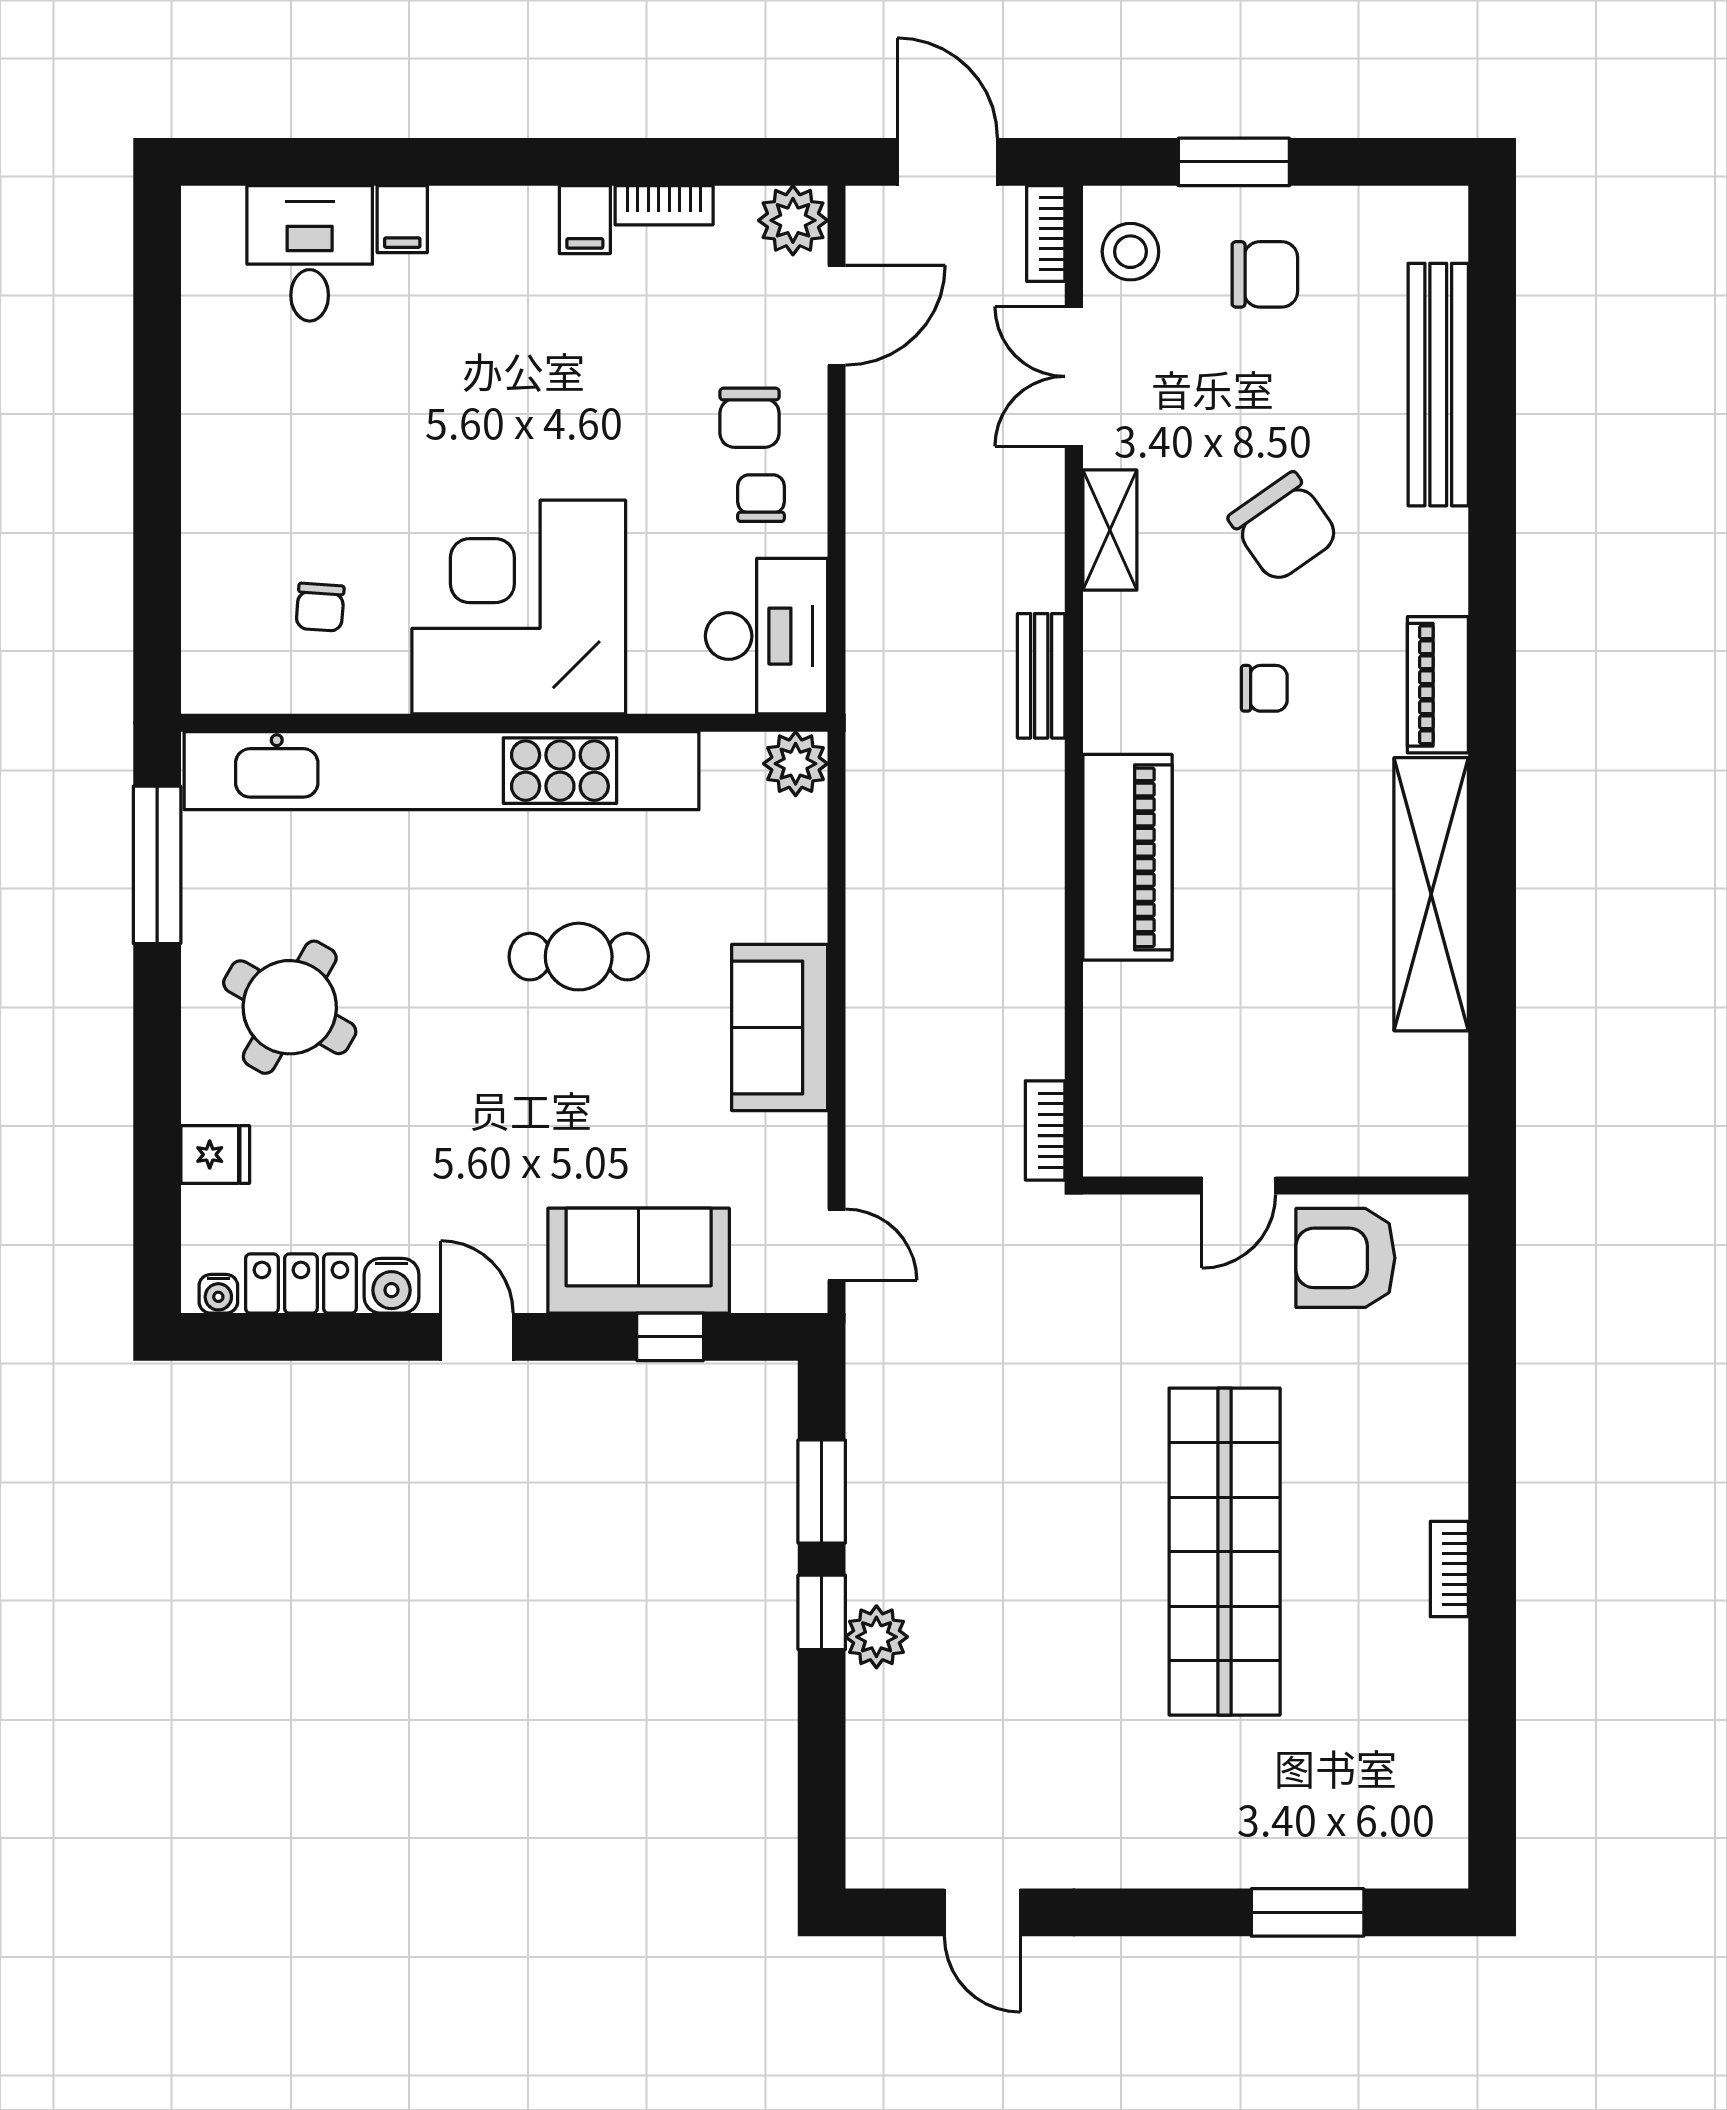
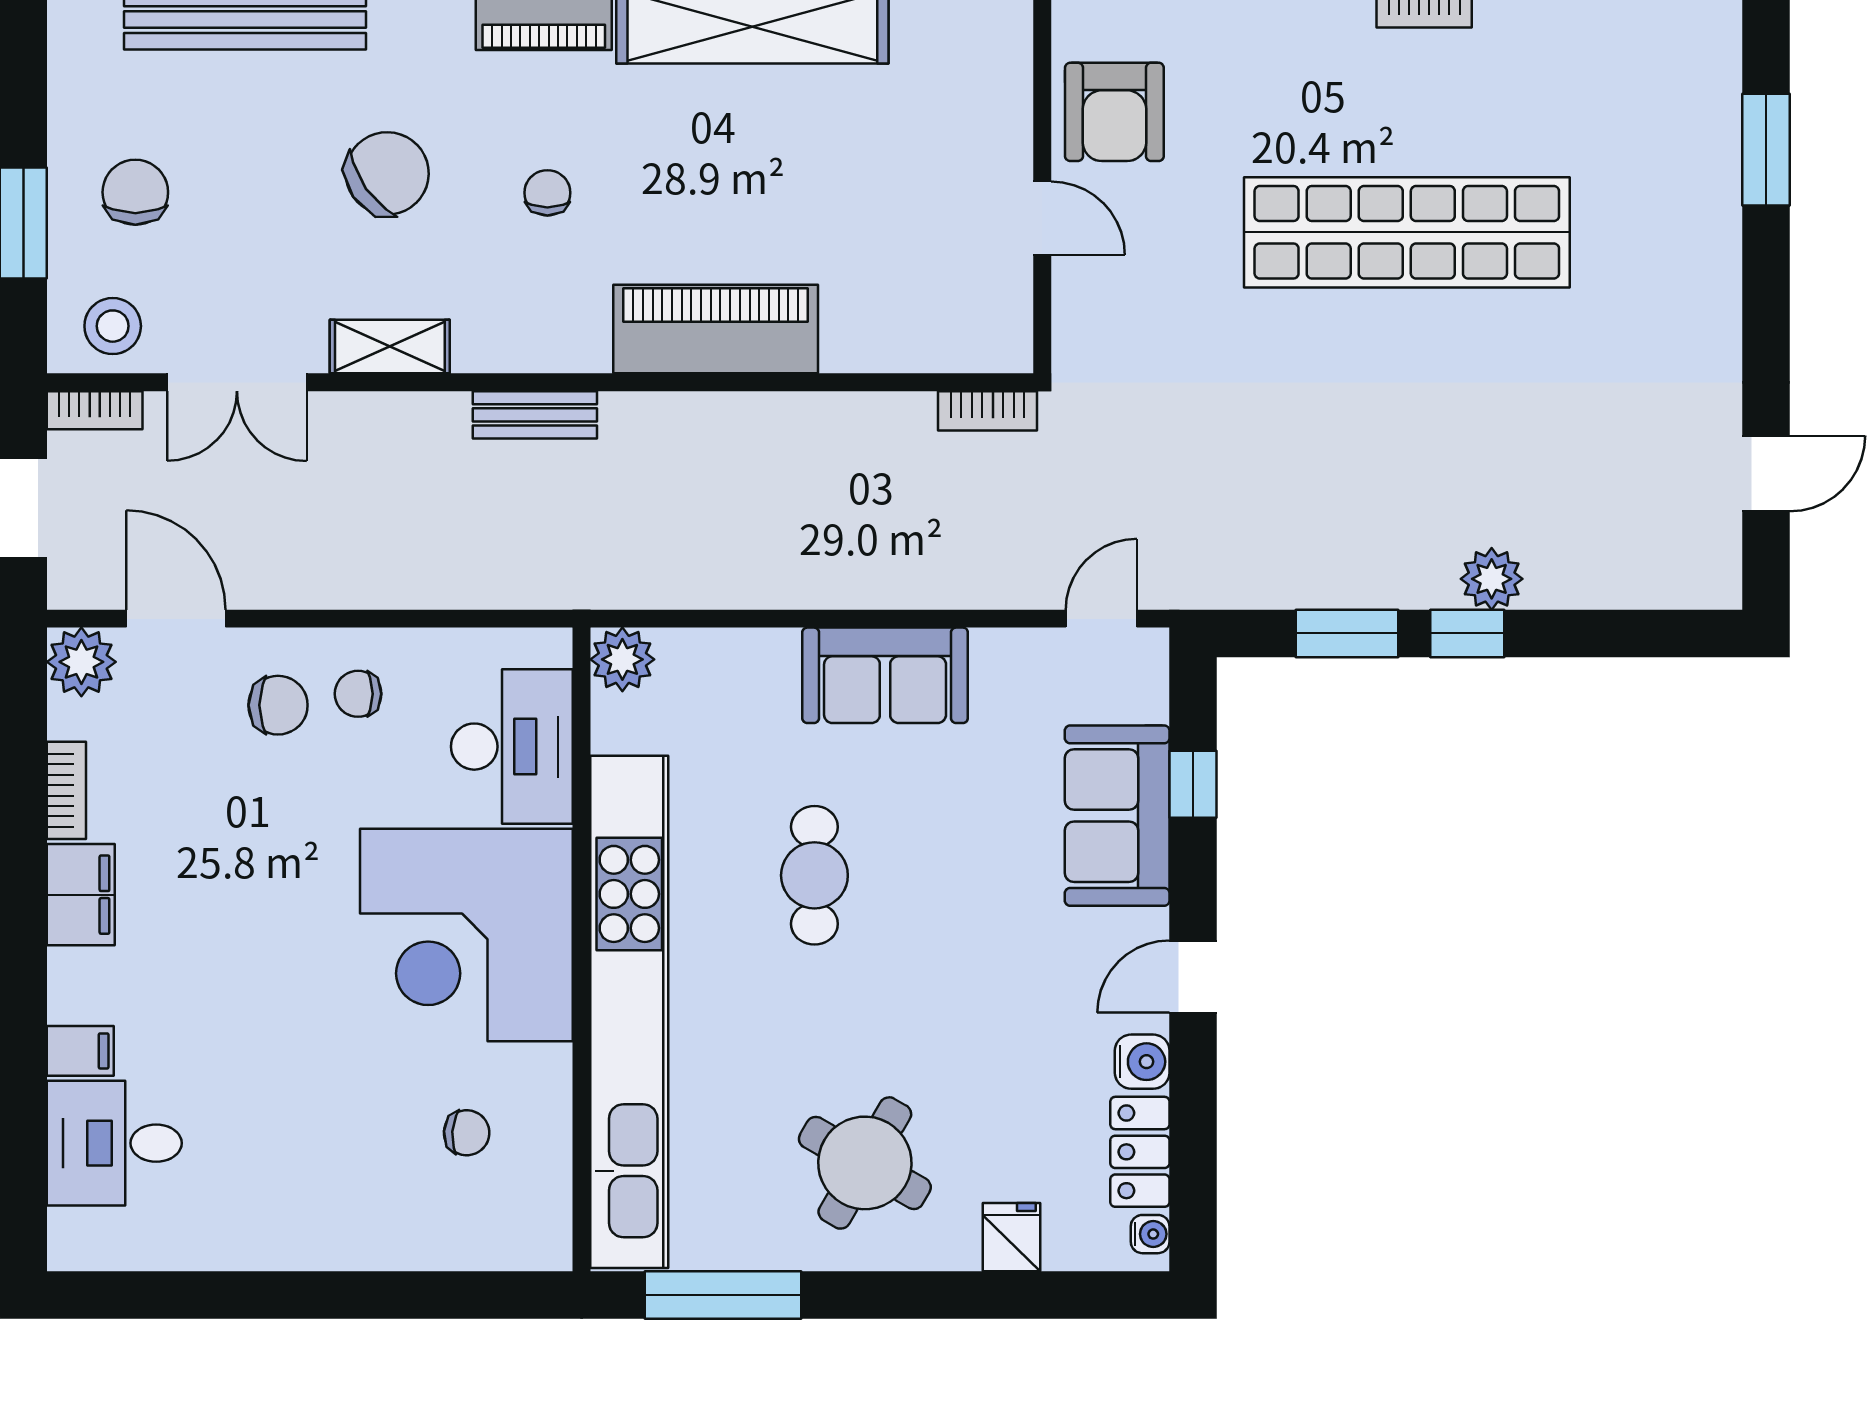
filing cabinet: (585, 220) -> (81, 895), width x2.00
desk: (767, 636) -> (512, 747), moved, turned 90

